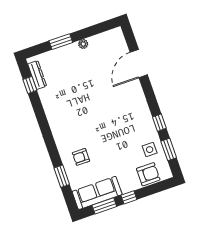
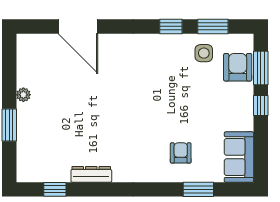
dresser: (37, 75) -> (91, 174), moved
armchair: (81, 157) -> (181, 153), turned 180
sofa: (97, 193) -> (239, 157), width x0.73
window: (104, 206) -> (261, 68), moved

